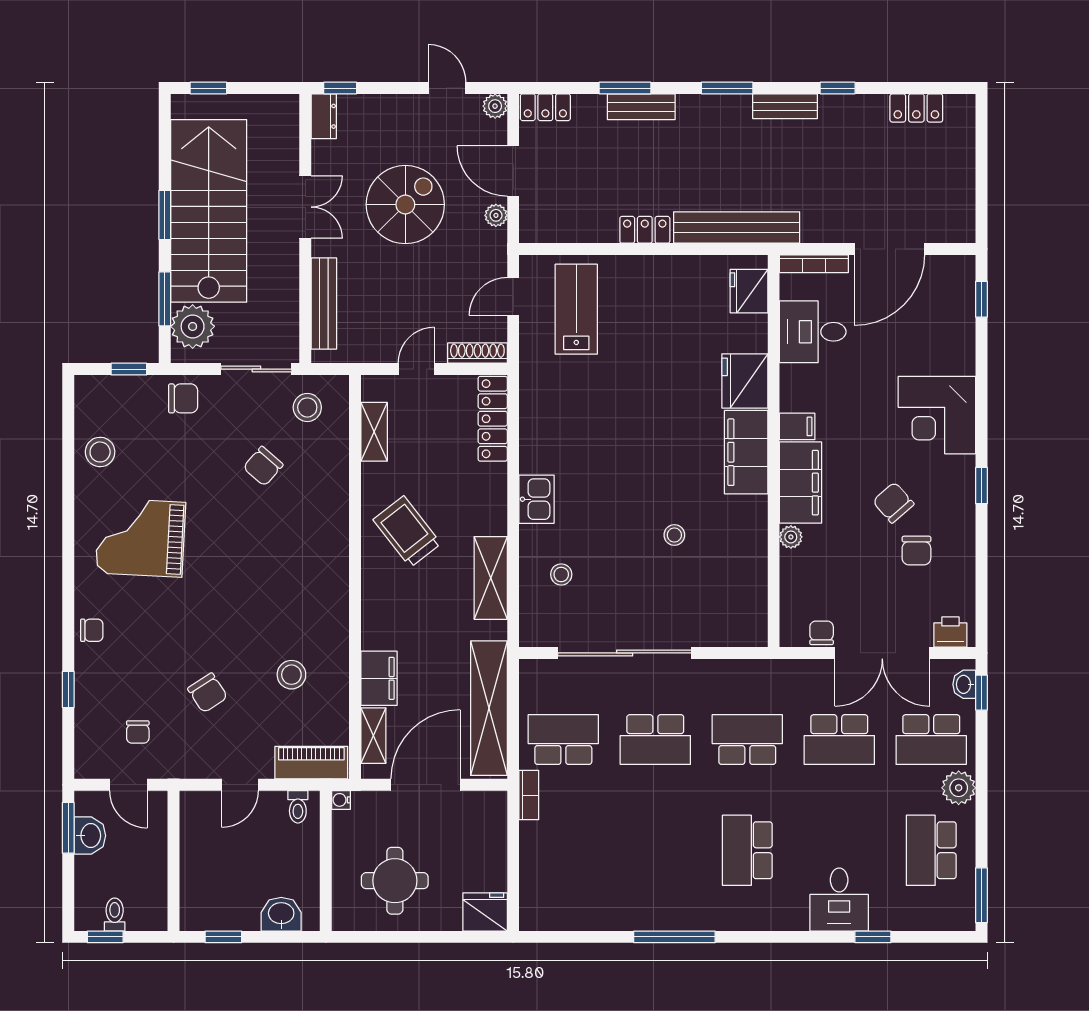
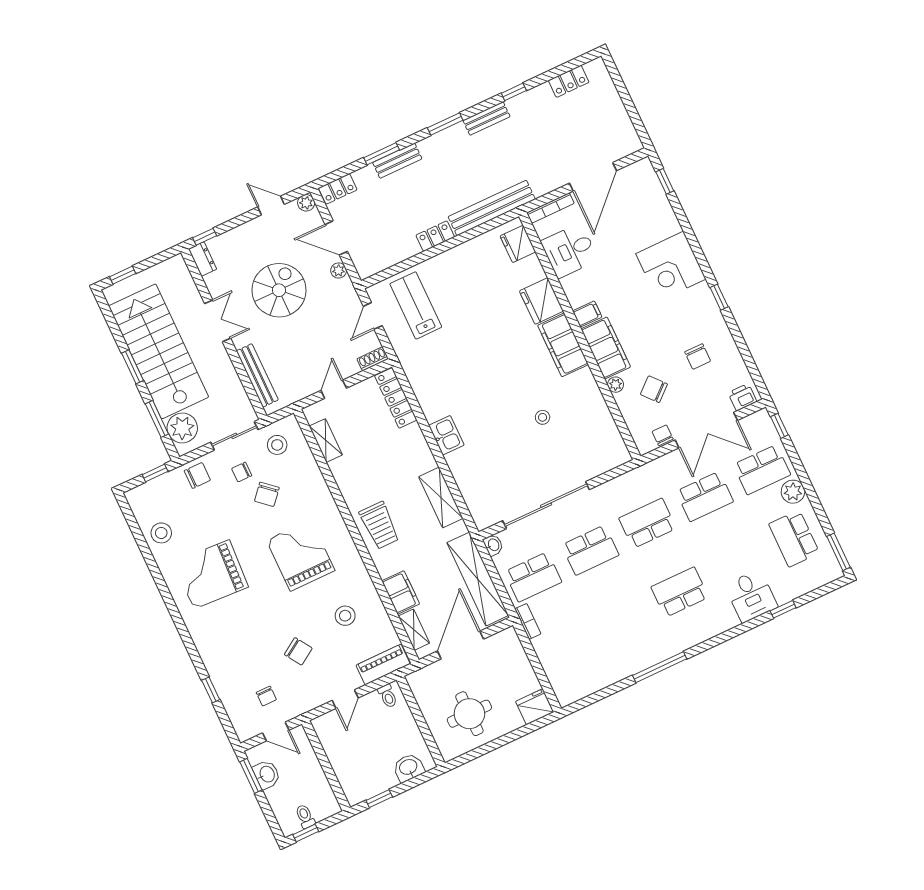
shoe rack: (477, 353) -> (373, 359), width x0.70
chair: (893, 503) -> (654, 389), moved
trolley: (407, 532) -> (380, 525), moved, turned -142
grand piano: (270, 567) -> (301, 555), added
stool: (561, 574) -> (484, 475), removed
chair: (92, 630) -> (242, 472), moved, turned 180
washbasin: (964, 684) -> (493, 545), moved, turned 180
school desk: (563, 740) -> (533, 577), turned 180
water cooler: (341, 800) -> (412, 679), removed
school desk: (747, 850) -> (680, 592), turned 90

